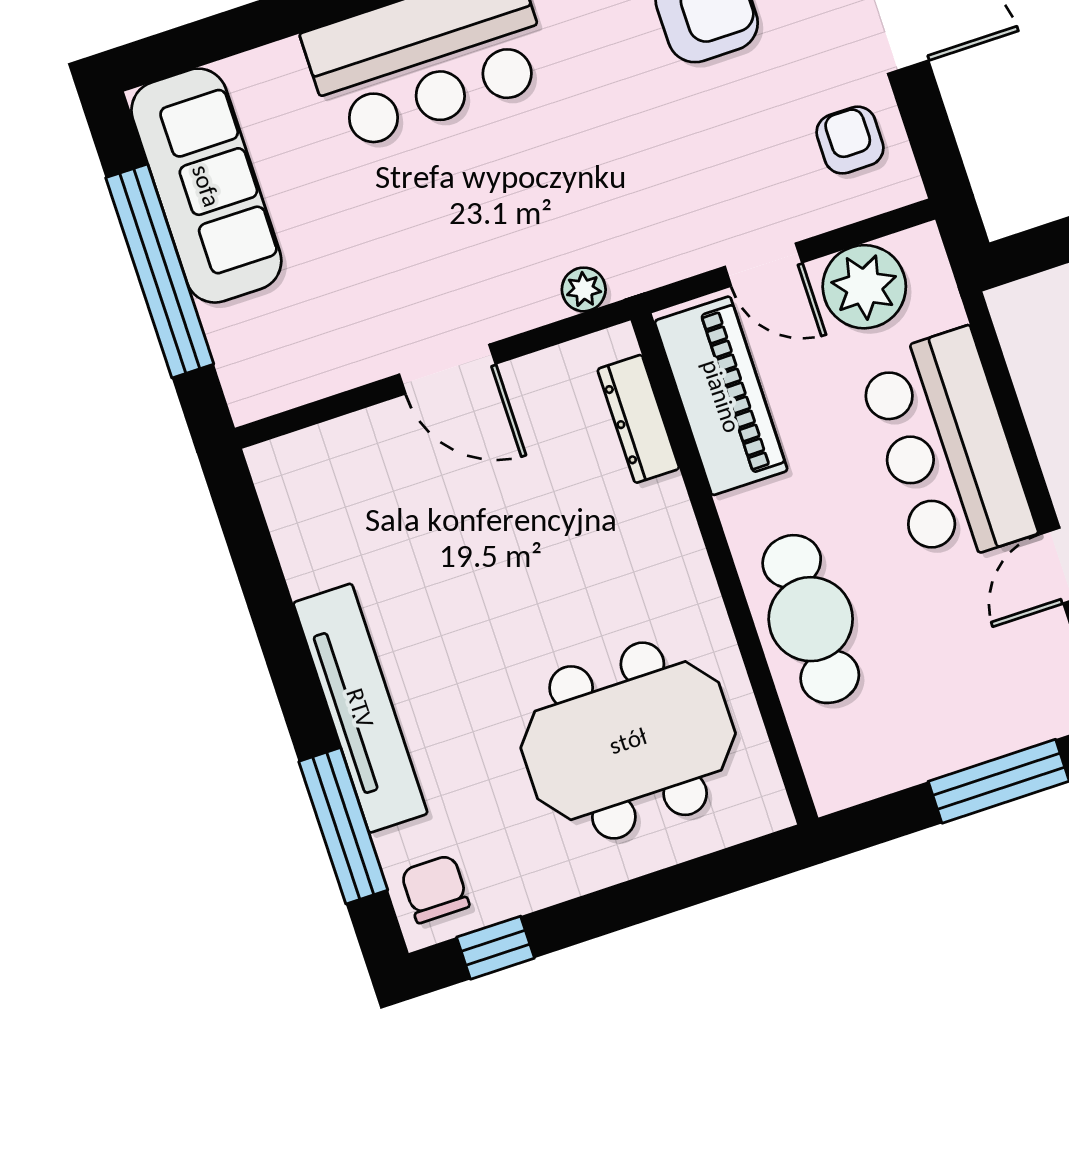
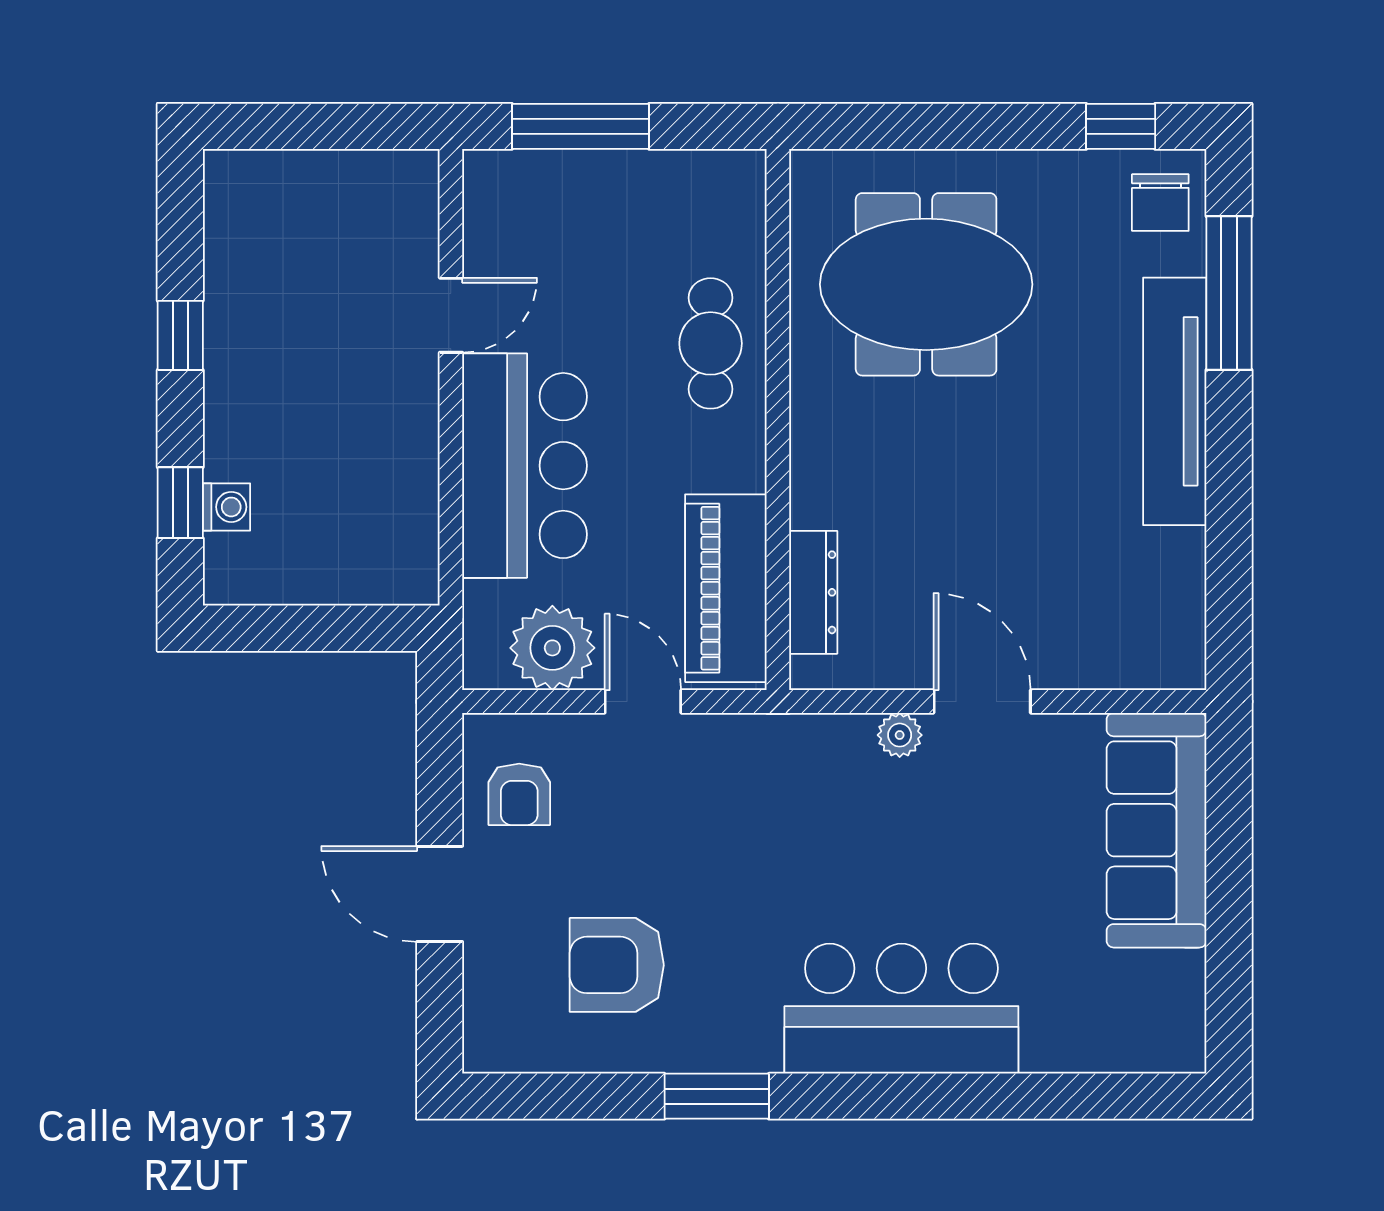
sofa: (206, 186) -> (1157, 830), moved
window: (160, 271) -> (1229, 889), removed
plant: (584, 289) -> (900, 735), moved
cafe table: (811, 619) -> (711, 343), width x0.73, depth x0.74

